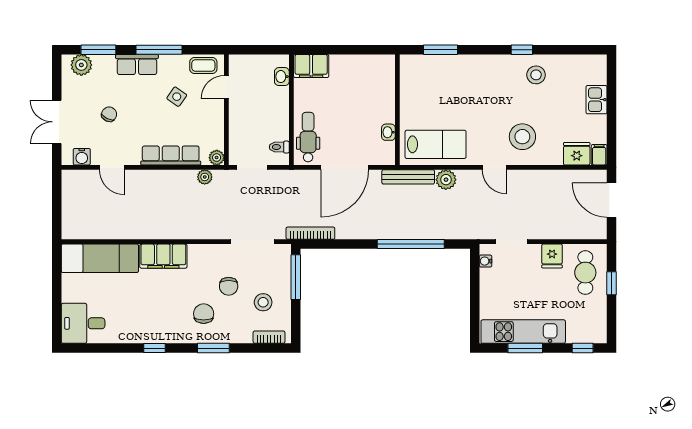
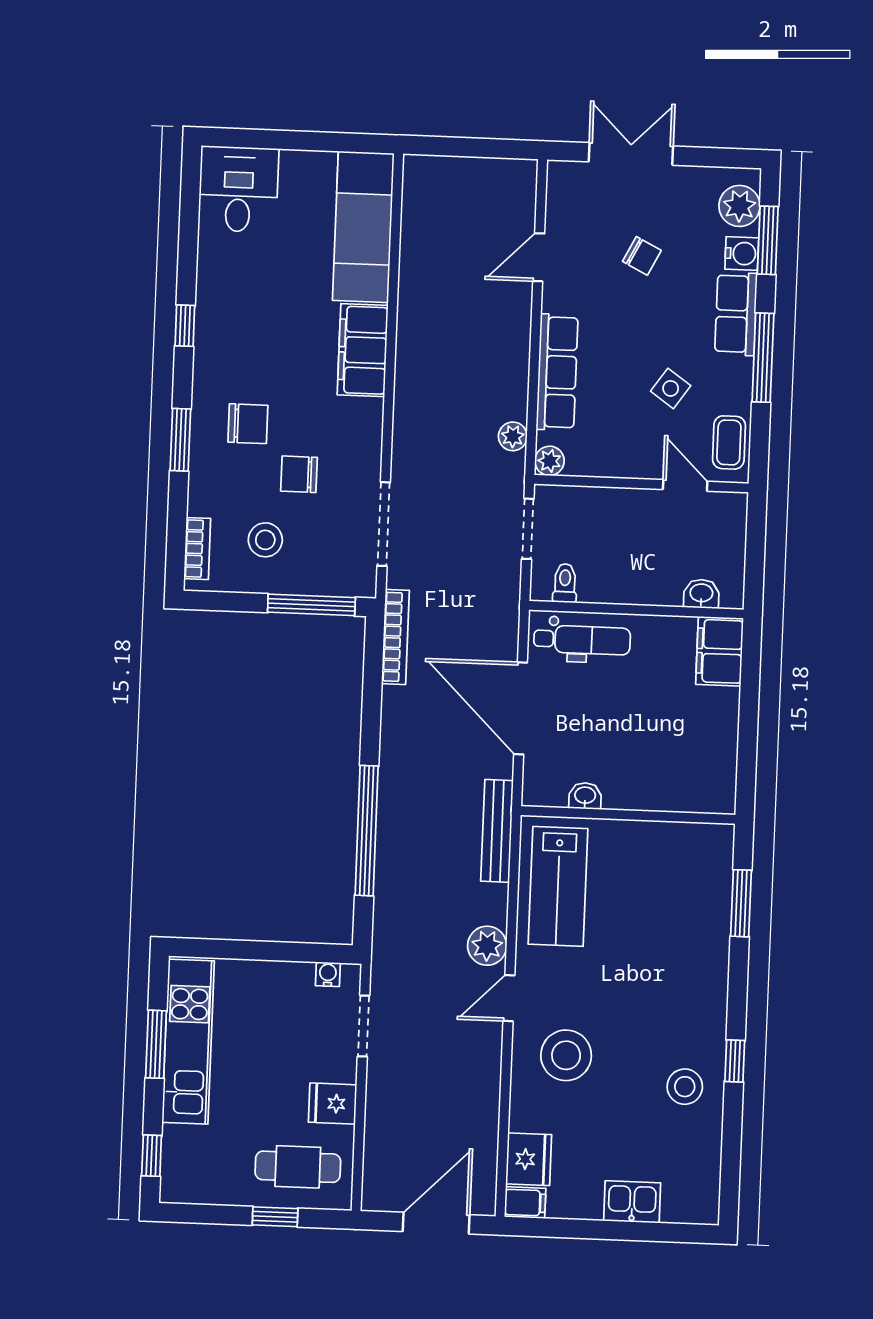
water cooler: (82, 157) -> (742, 254), moved, turned 180
plant: (446, 180) -> (487, 946), moved

